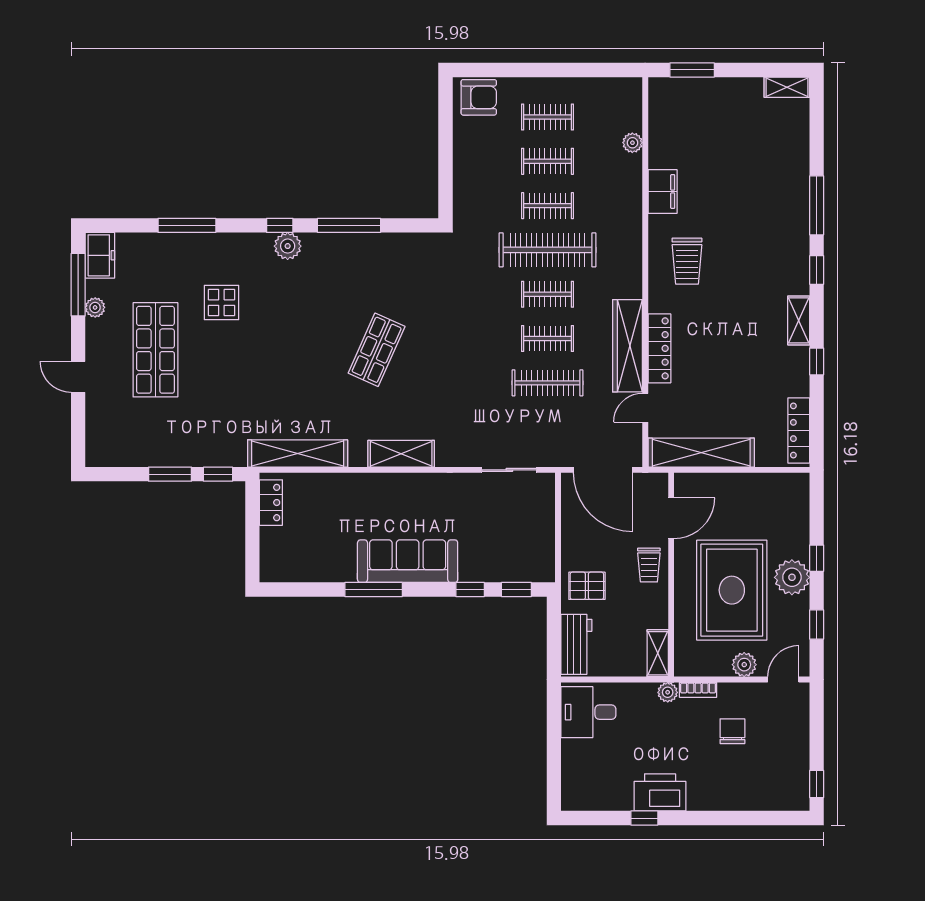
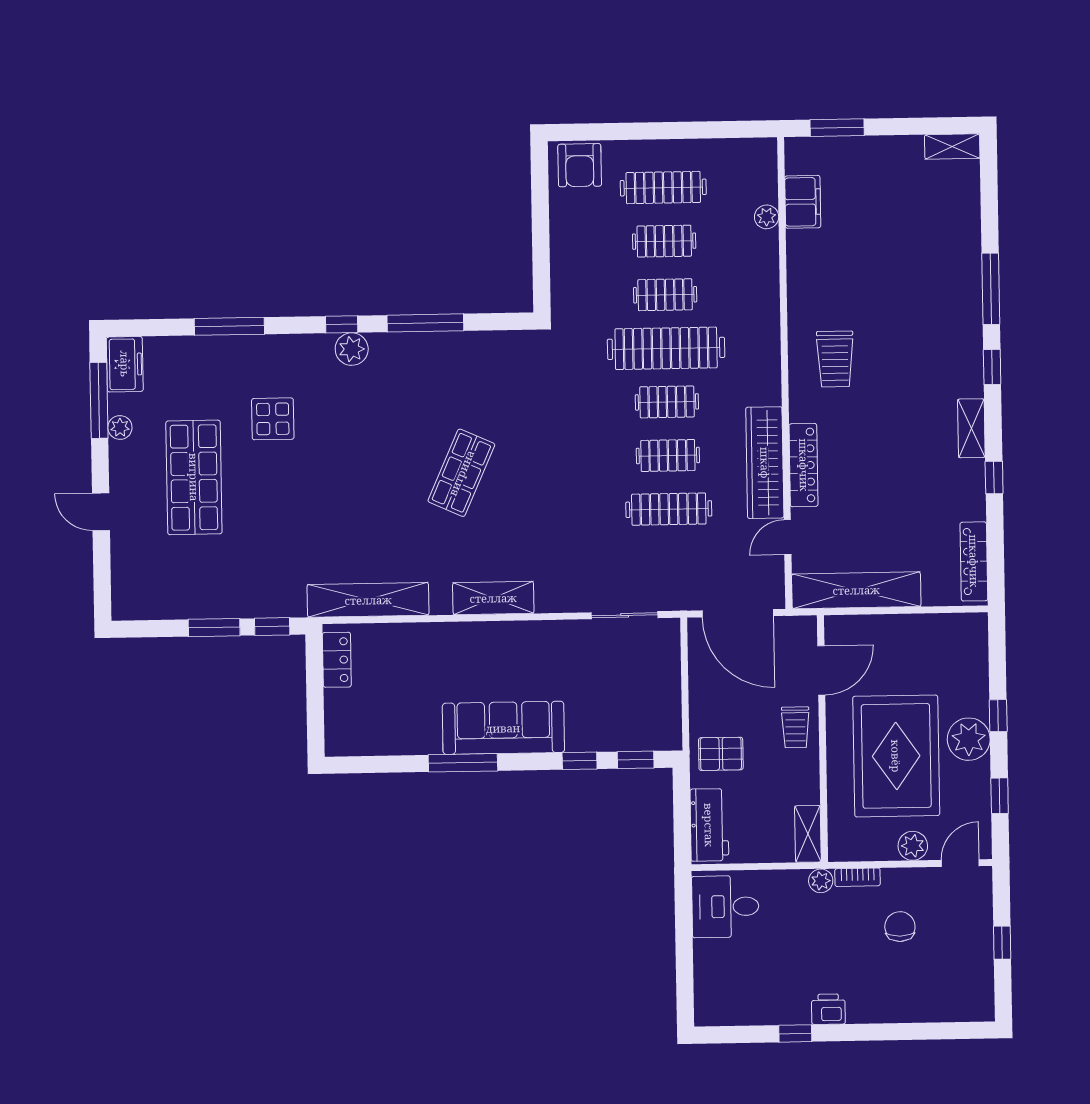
armchair: (479, 97) -> (580, 165), turned 90
clothes rail: (547, 117) -> (663, 188), width x1.36
filing cabinet: (663, 191) -> (803, 202), moved
window: (817, 784) -> (1002, 943), moved
printer: (660, 792) -> (828, 1009), width x0.53, depth x0.68

